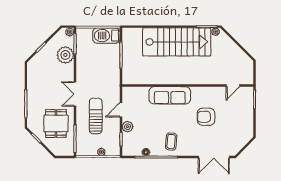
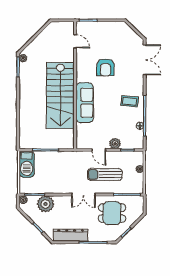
stairs: (177, 42) -> (60, 95), moved, turned 180
dresser: (33, 81) -> (71, 235), added

